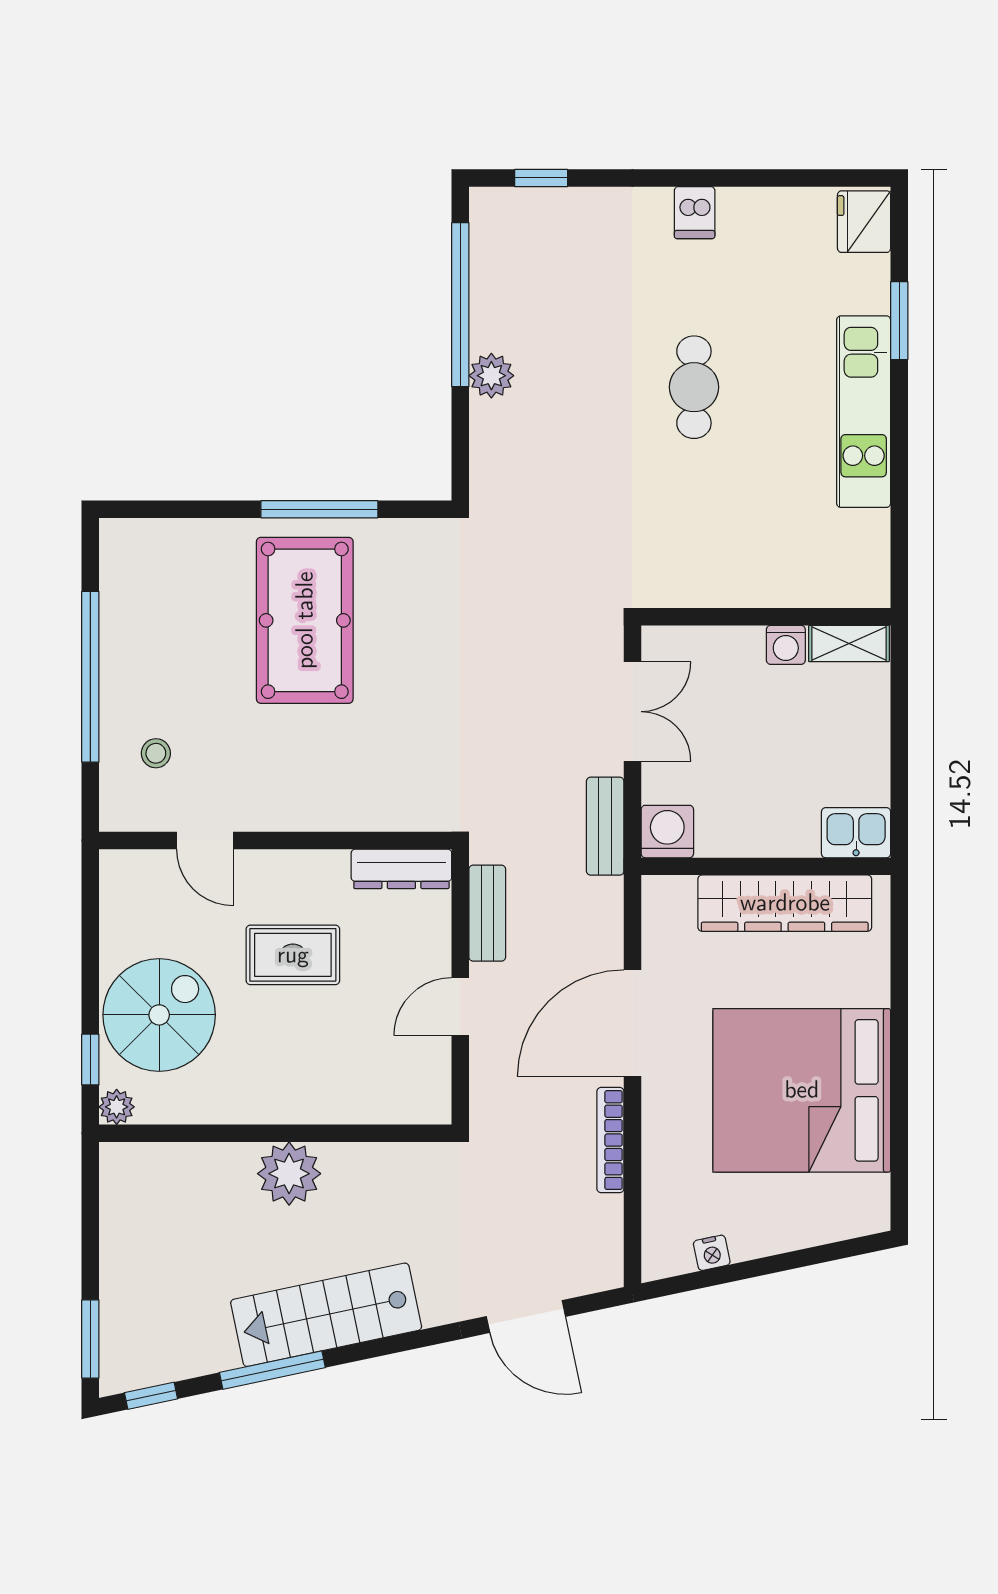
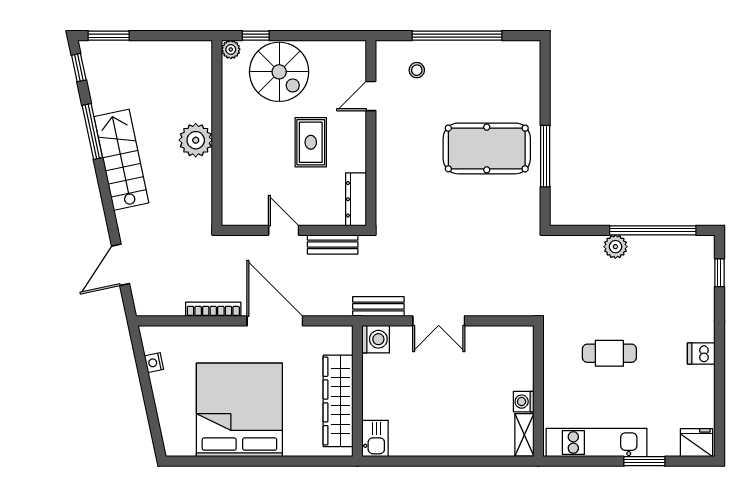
wall: (766, 617) -> (538, 391), moved
shelving: (849, 644) -> (524, 435), moved
washing machine: (786, 645) -> (524, 402), moved

